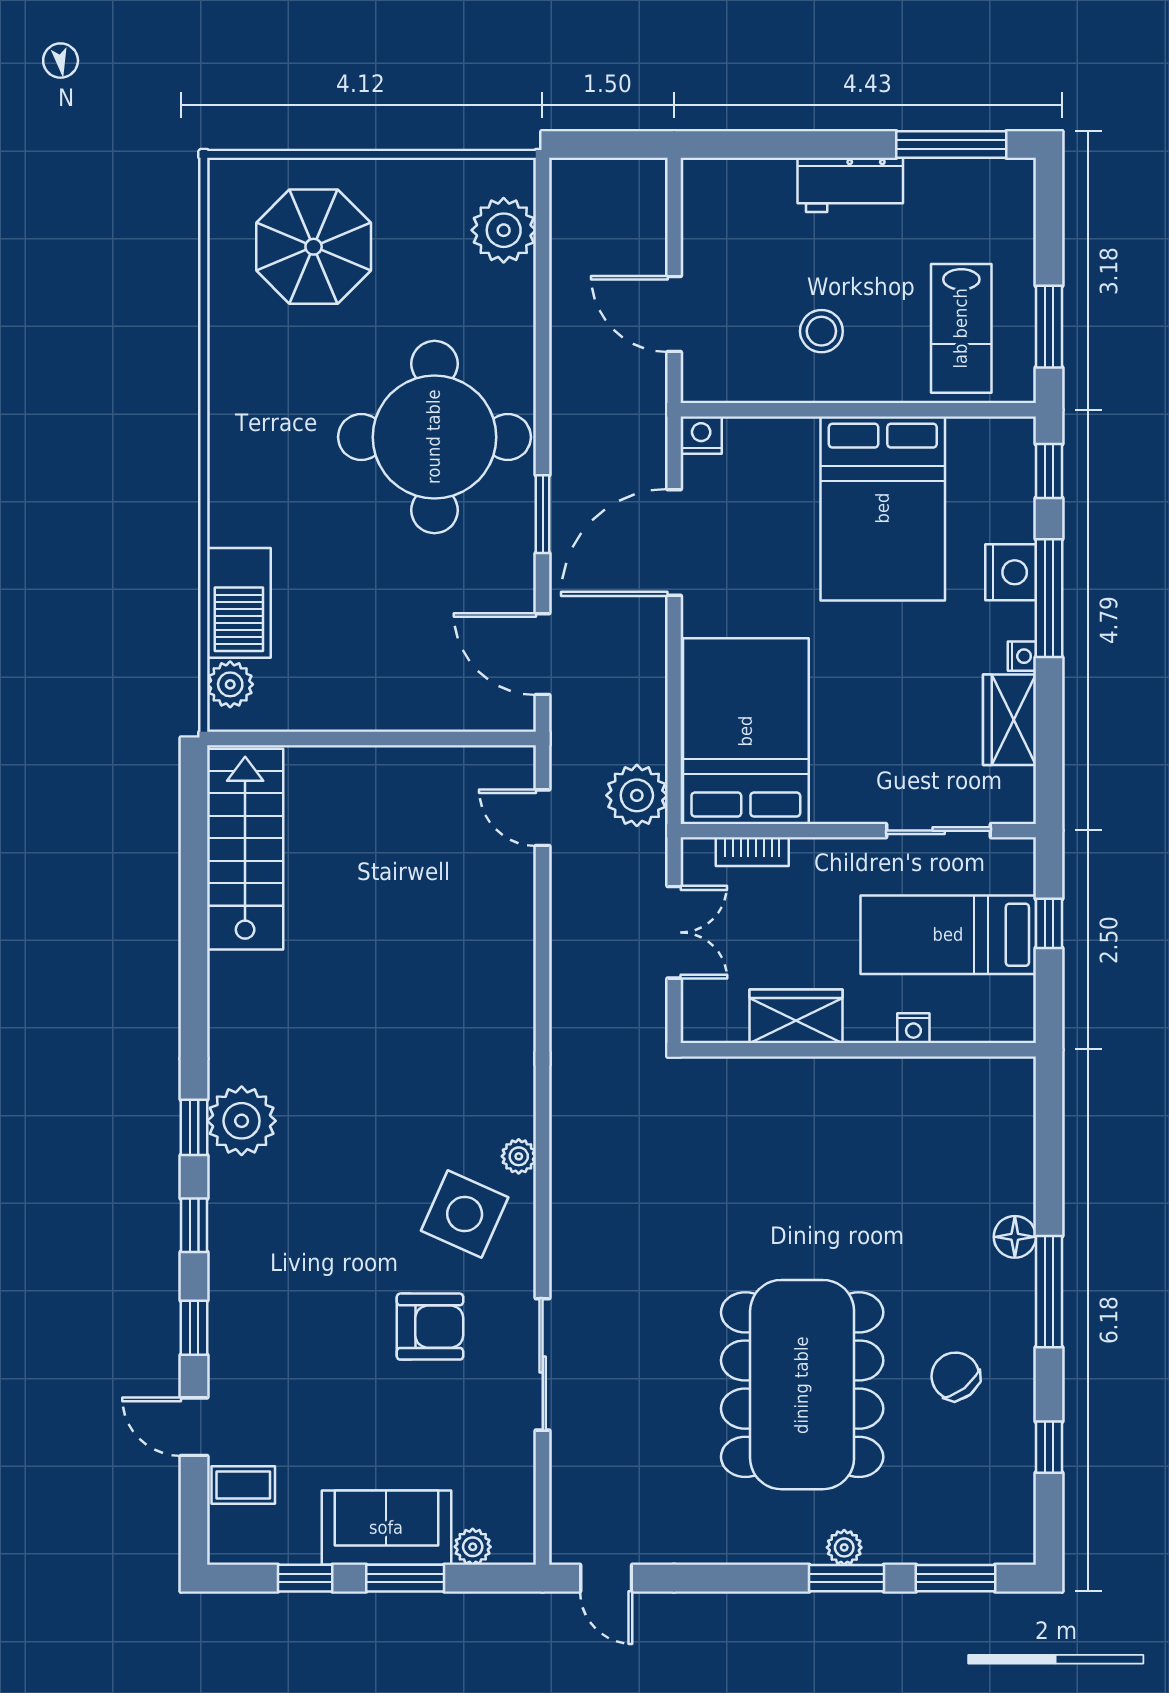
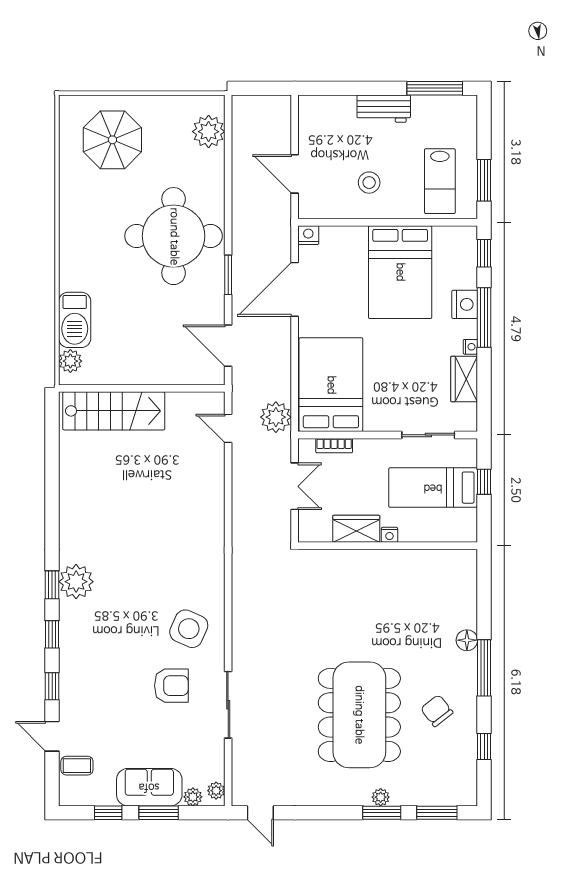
stairs: (245, 849) -> (114, 411), moved, turned 90
nightstand: (913, 1028) -> (389, 535), moved
plant: (519, 1156) -> (216, 791), moved

